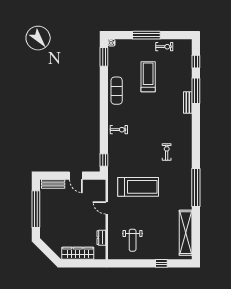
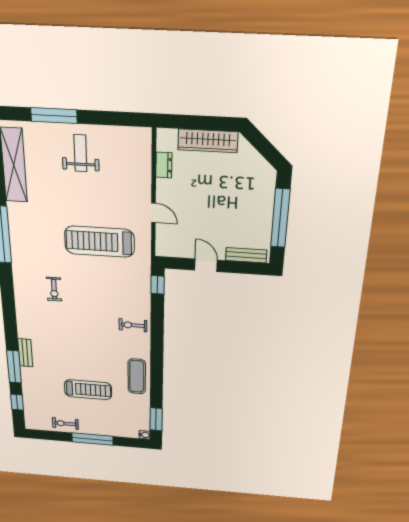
treadmill: (148, 77) -> (88, 390), turned -90
weight bench: (133, 240) -> (80, 153), moved
window: (161, 263) -> (54, 115), width x2.17

